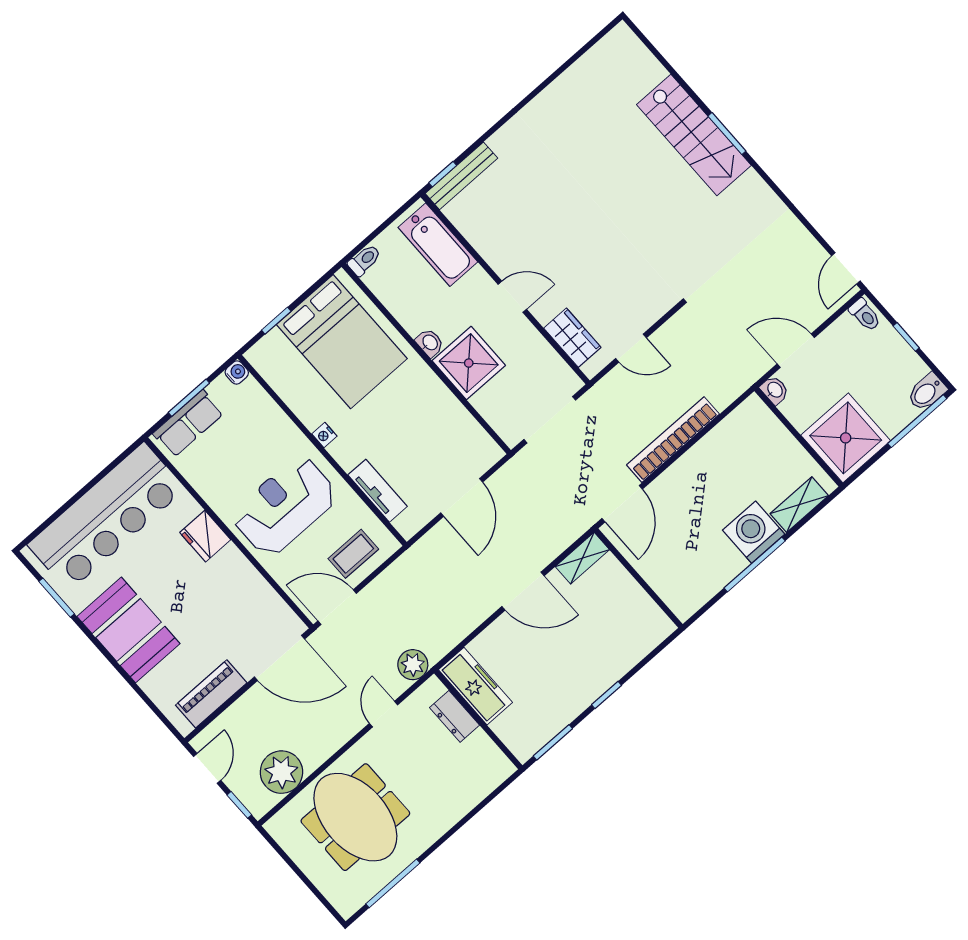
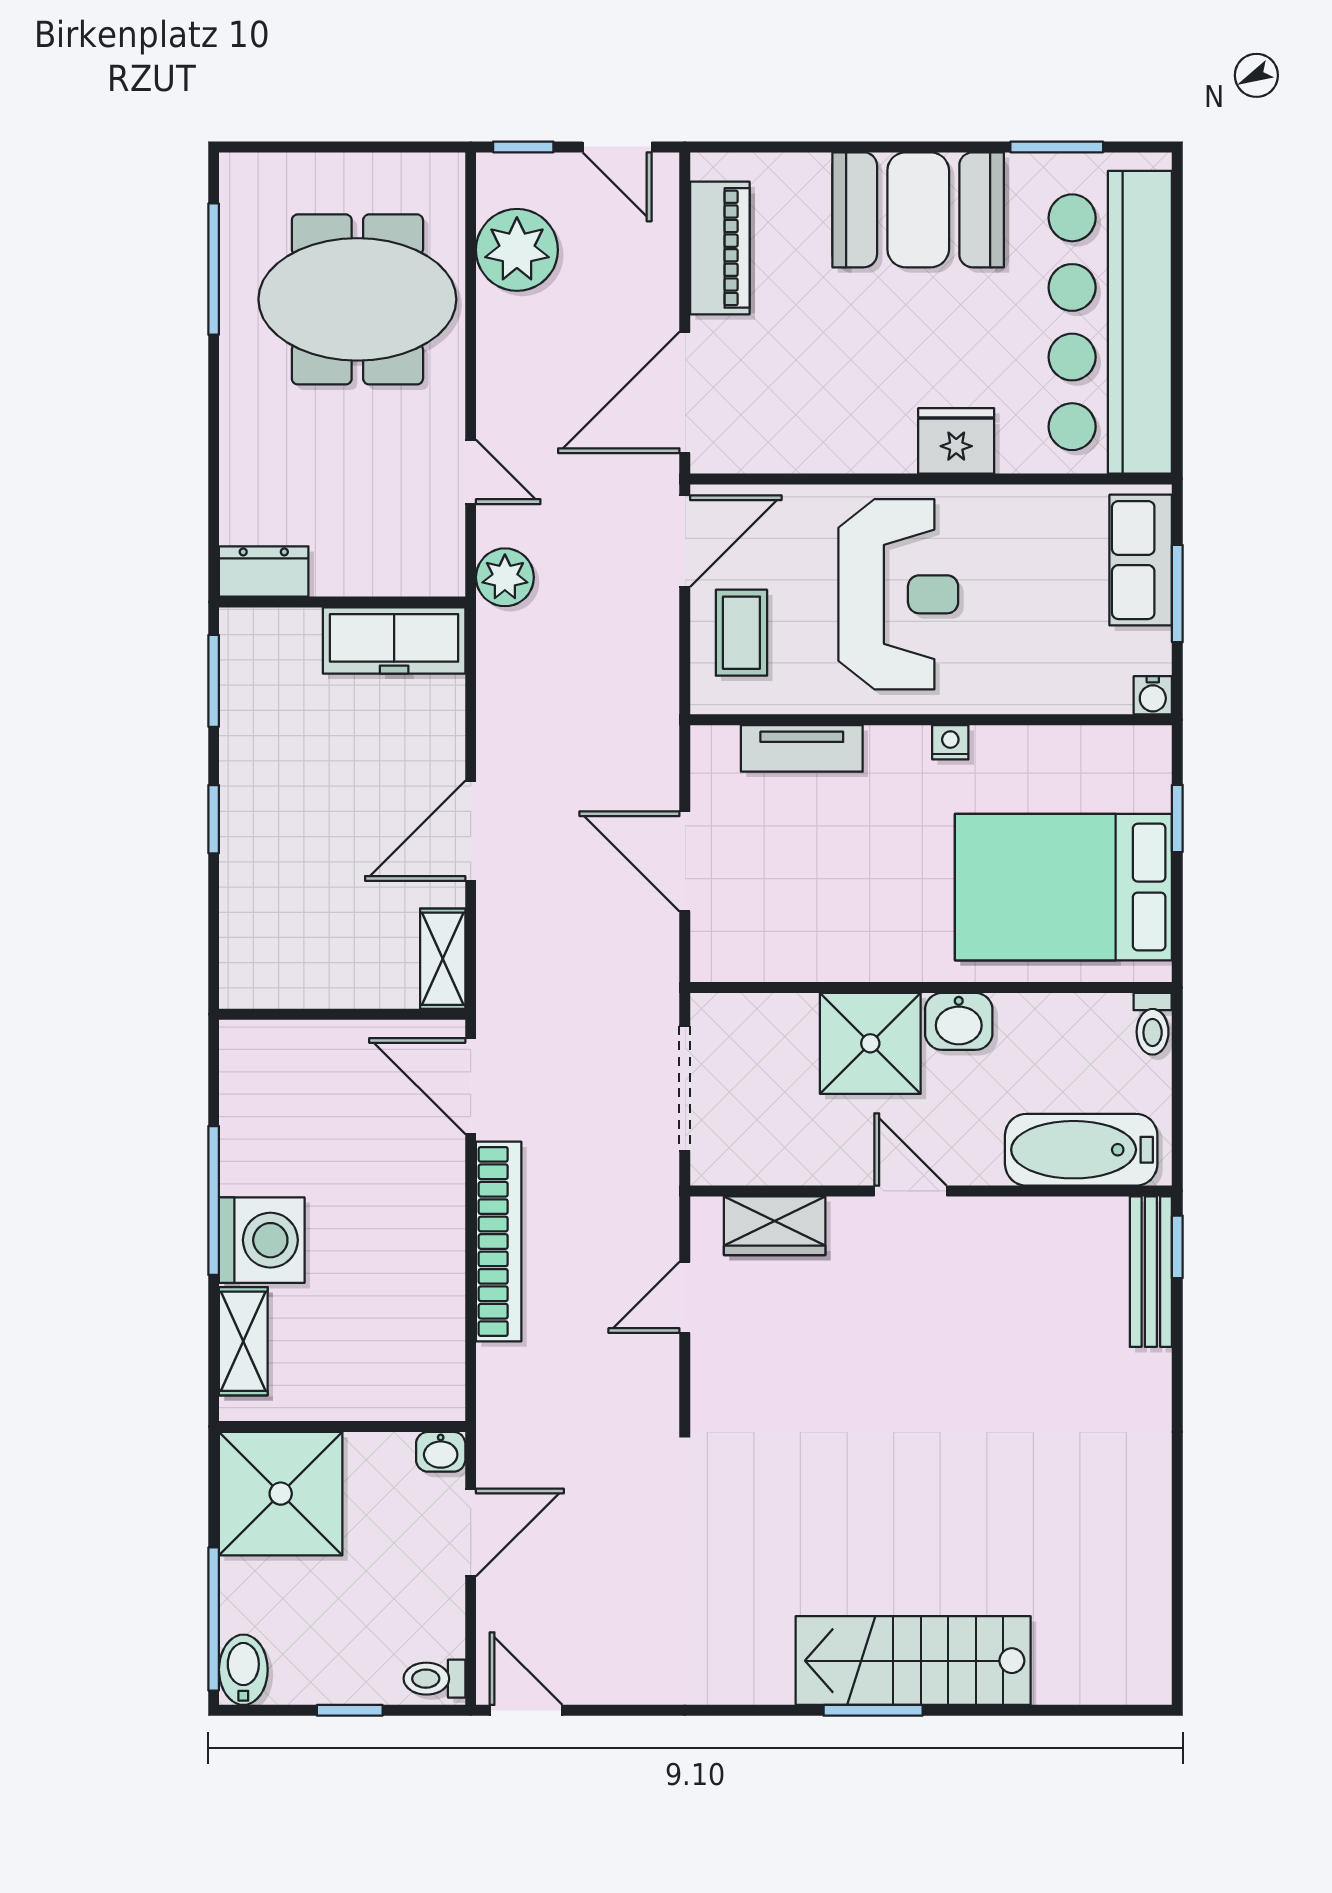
door: (512, 297) -> (911, 1191), swing flipped
washbasin: (430, 343) -> (959, 1021), width x1.38, depth x1.45
dresser: (455, 716) -> (264, 572), moved

